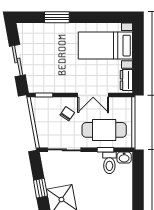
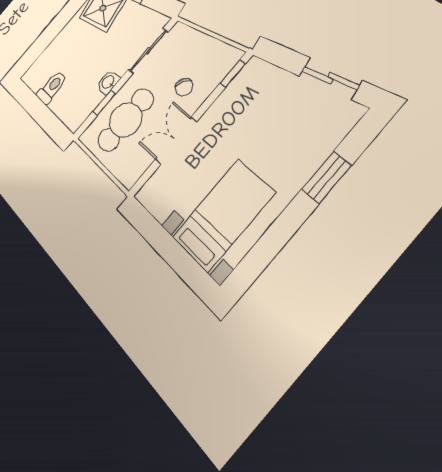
sliding door: (17, 60) -> (330, 78), moved
dresser: (126, 80) -> (155, 203), removed
washbasin: (124, 158) -> (108, 82), moved
toilet: (109, 163) -> (52, 87), moved, turned 90

